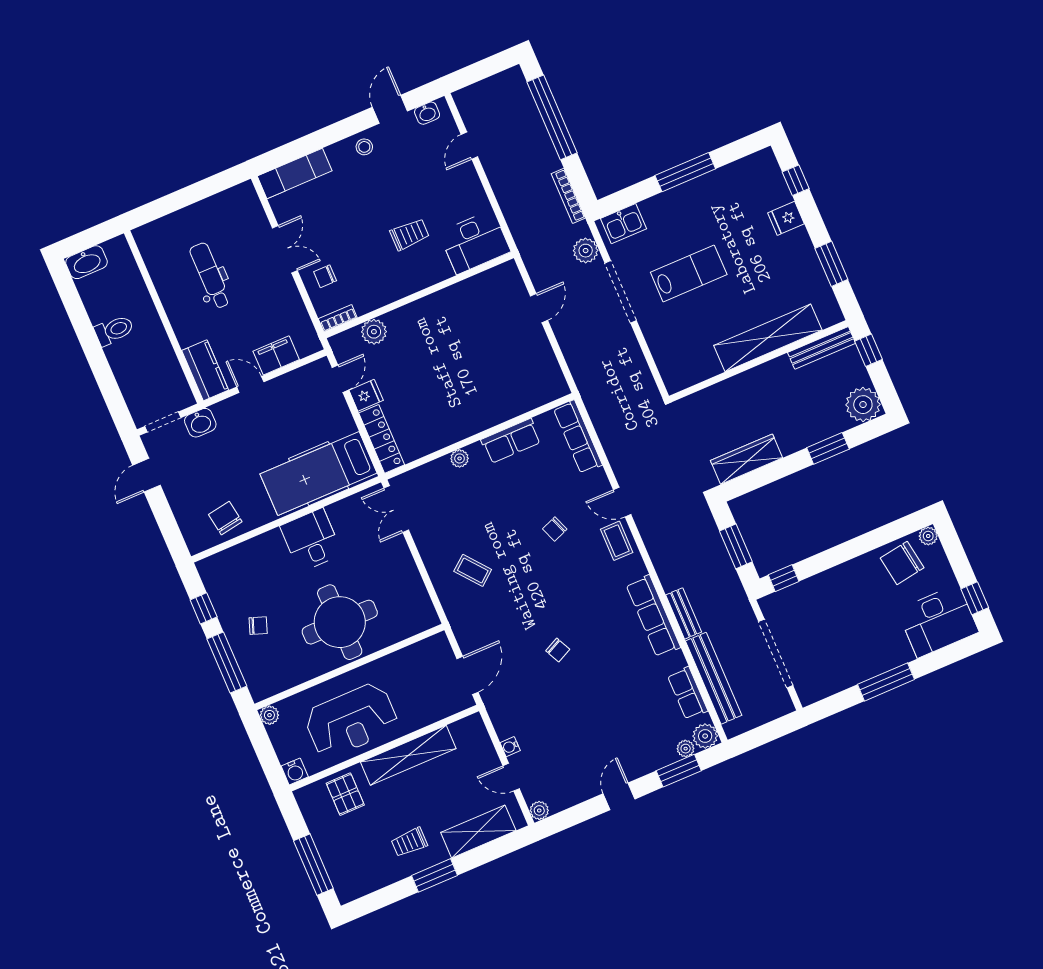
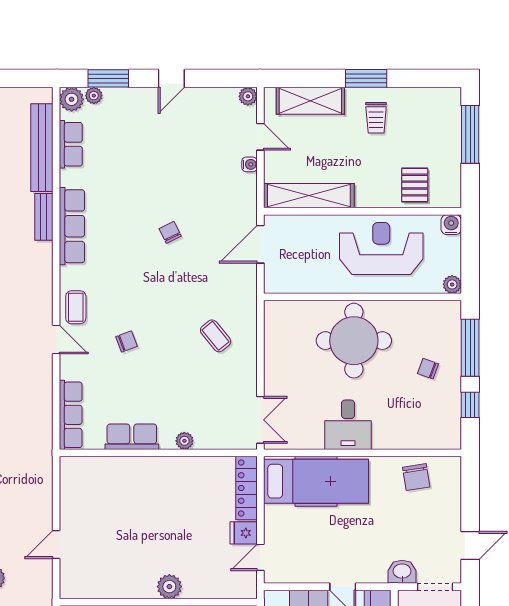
plant: (374, 332) -> (169, 587), moved
shelving: (408, 755) -> (309, 196), moved
trolley: (409, 842) -> (376, 118), turned 90

